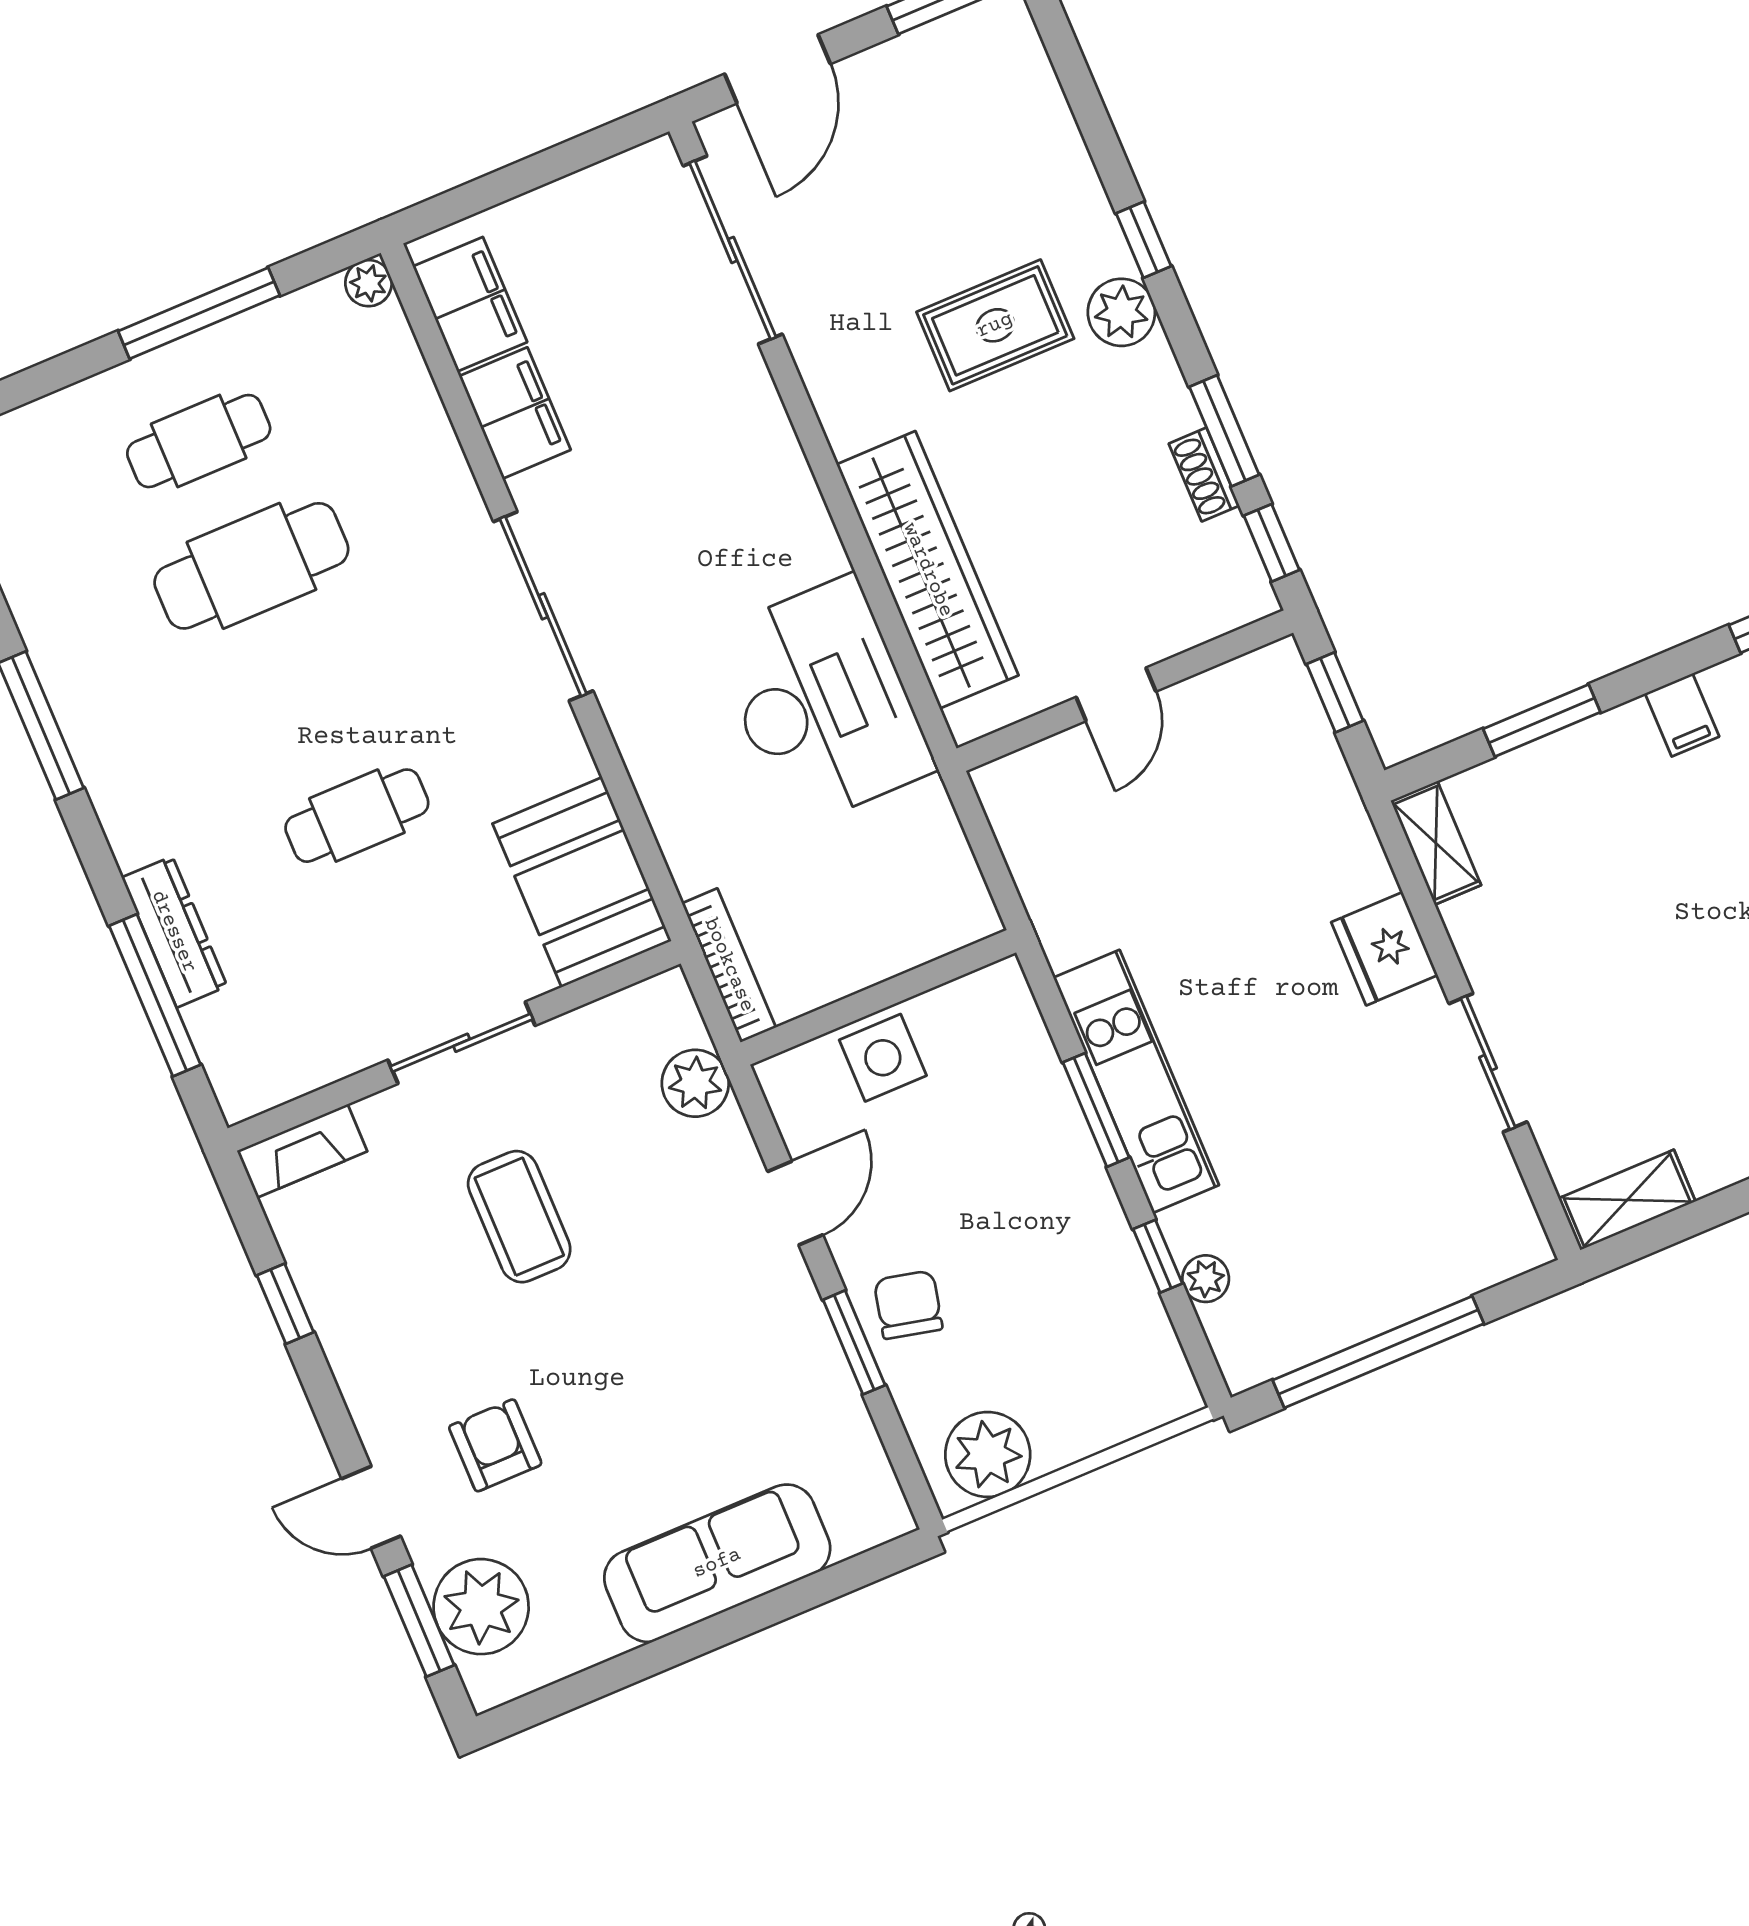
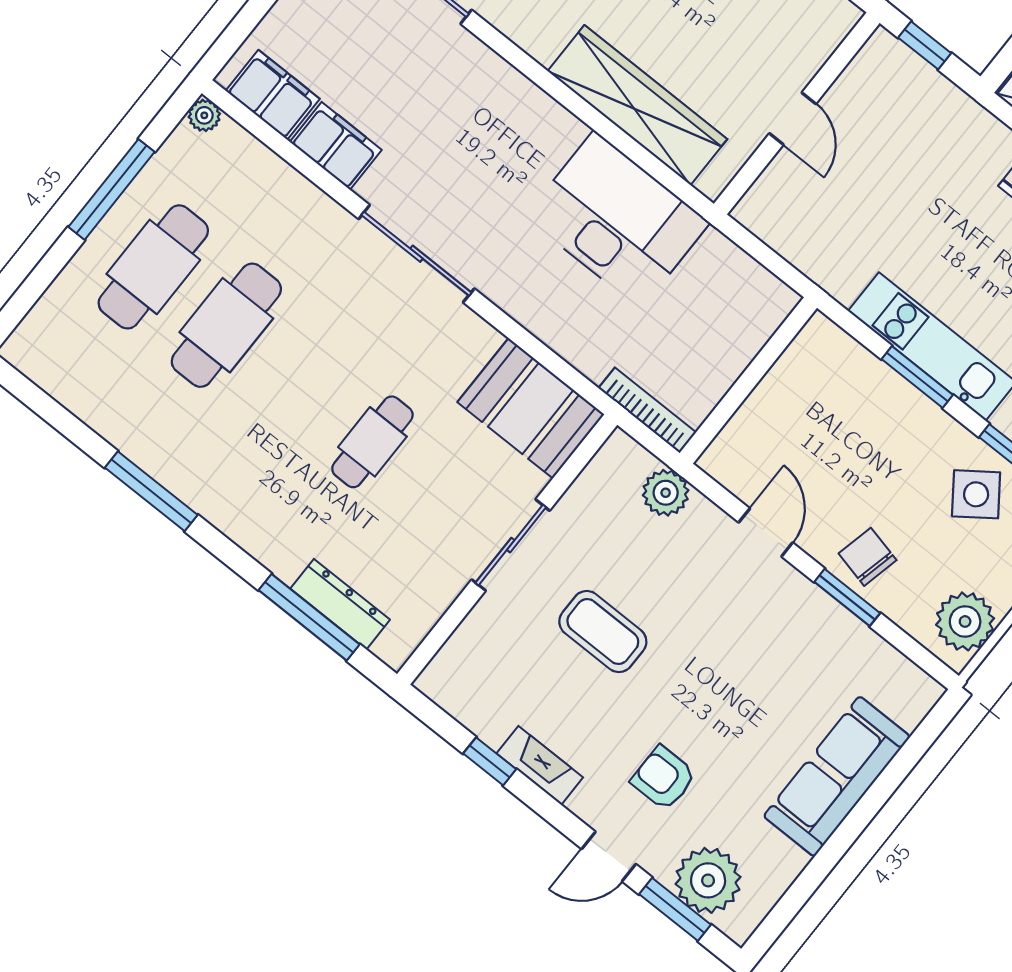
cafe table: (199, 441) -> (153, 267), width x1.37, depth x1.35
dresser: (174, 932) -> (340, 604), moved
side table: (883, 1058) -> (976, 494), moved, turned -36
fireplace: (302, 1151) -> (540, 765), moved, turned -90

